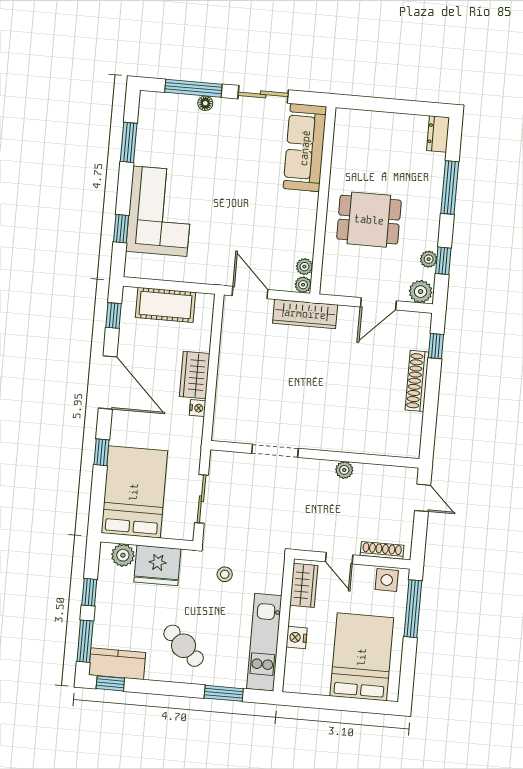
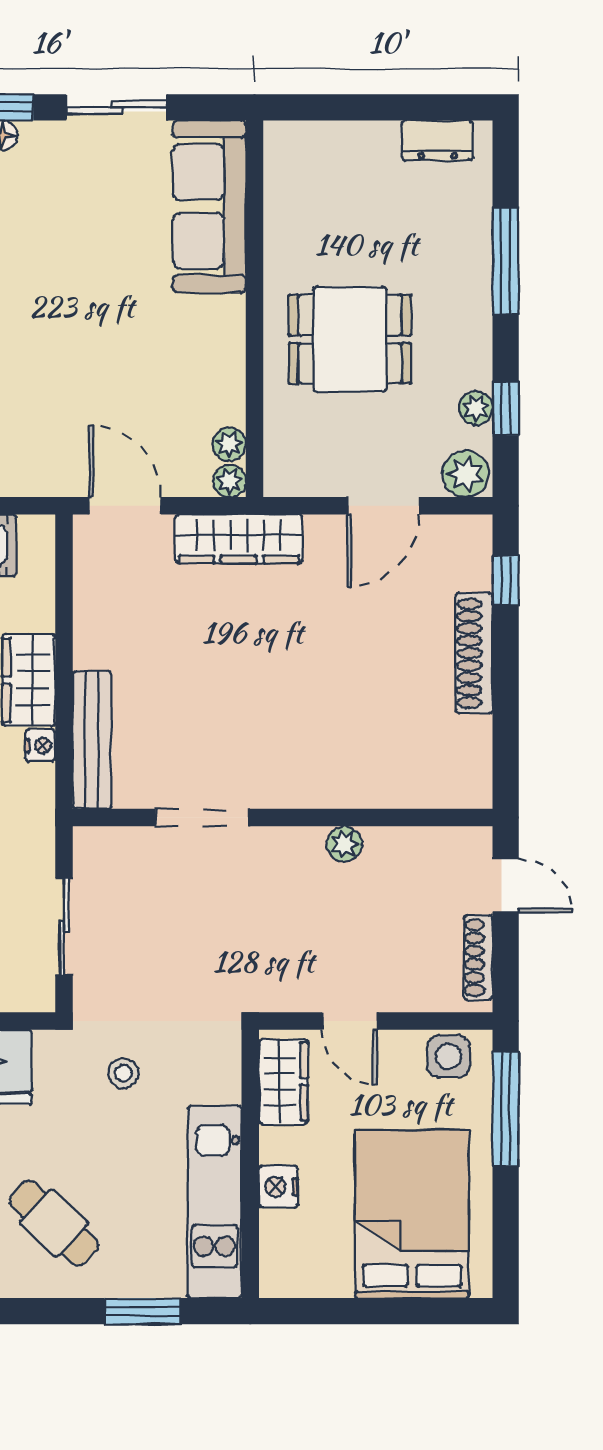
dresser: (438, 134) -> (438, 140), moved, turned -90
bench: (223, 407) -> (92, 740), added
shoe rack: (382, 550) -> (478, 958), moved, turned -90

